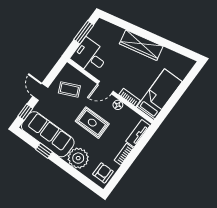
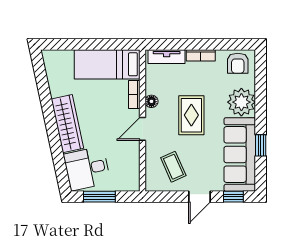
desk: (90, 56) -> (87, 169), moved, turned 78
door: (105, 88) -> (142, 129), swing flipped
armchair: (103, 173) -> (238, 63), turned -90

